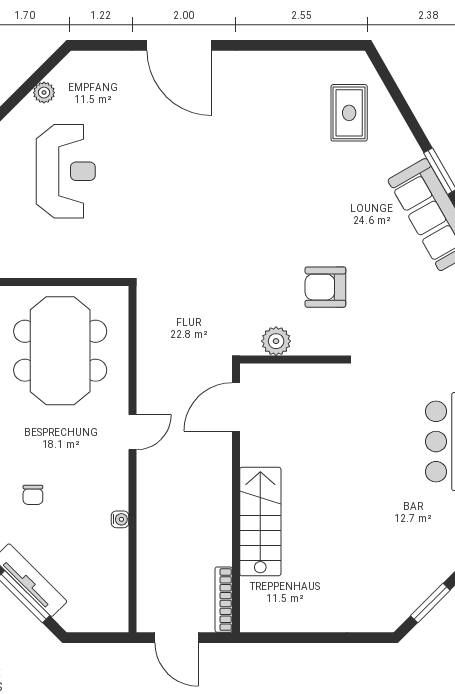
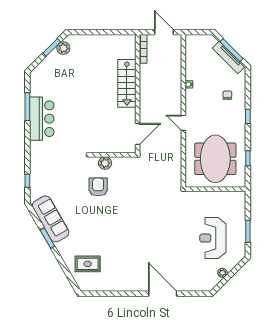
rug: (349, 113) -> (88, 264), turned 90
armchair: (325, 287) -> (98, 187), turned -90
plant: (276, 341) -> (105, 163), moved
door: (132, 432) -> (183, 123), hinge flipped
plant: (404, 601) -> (63, 48), added

